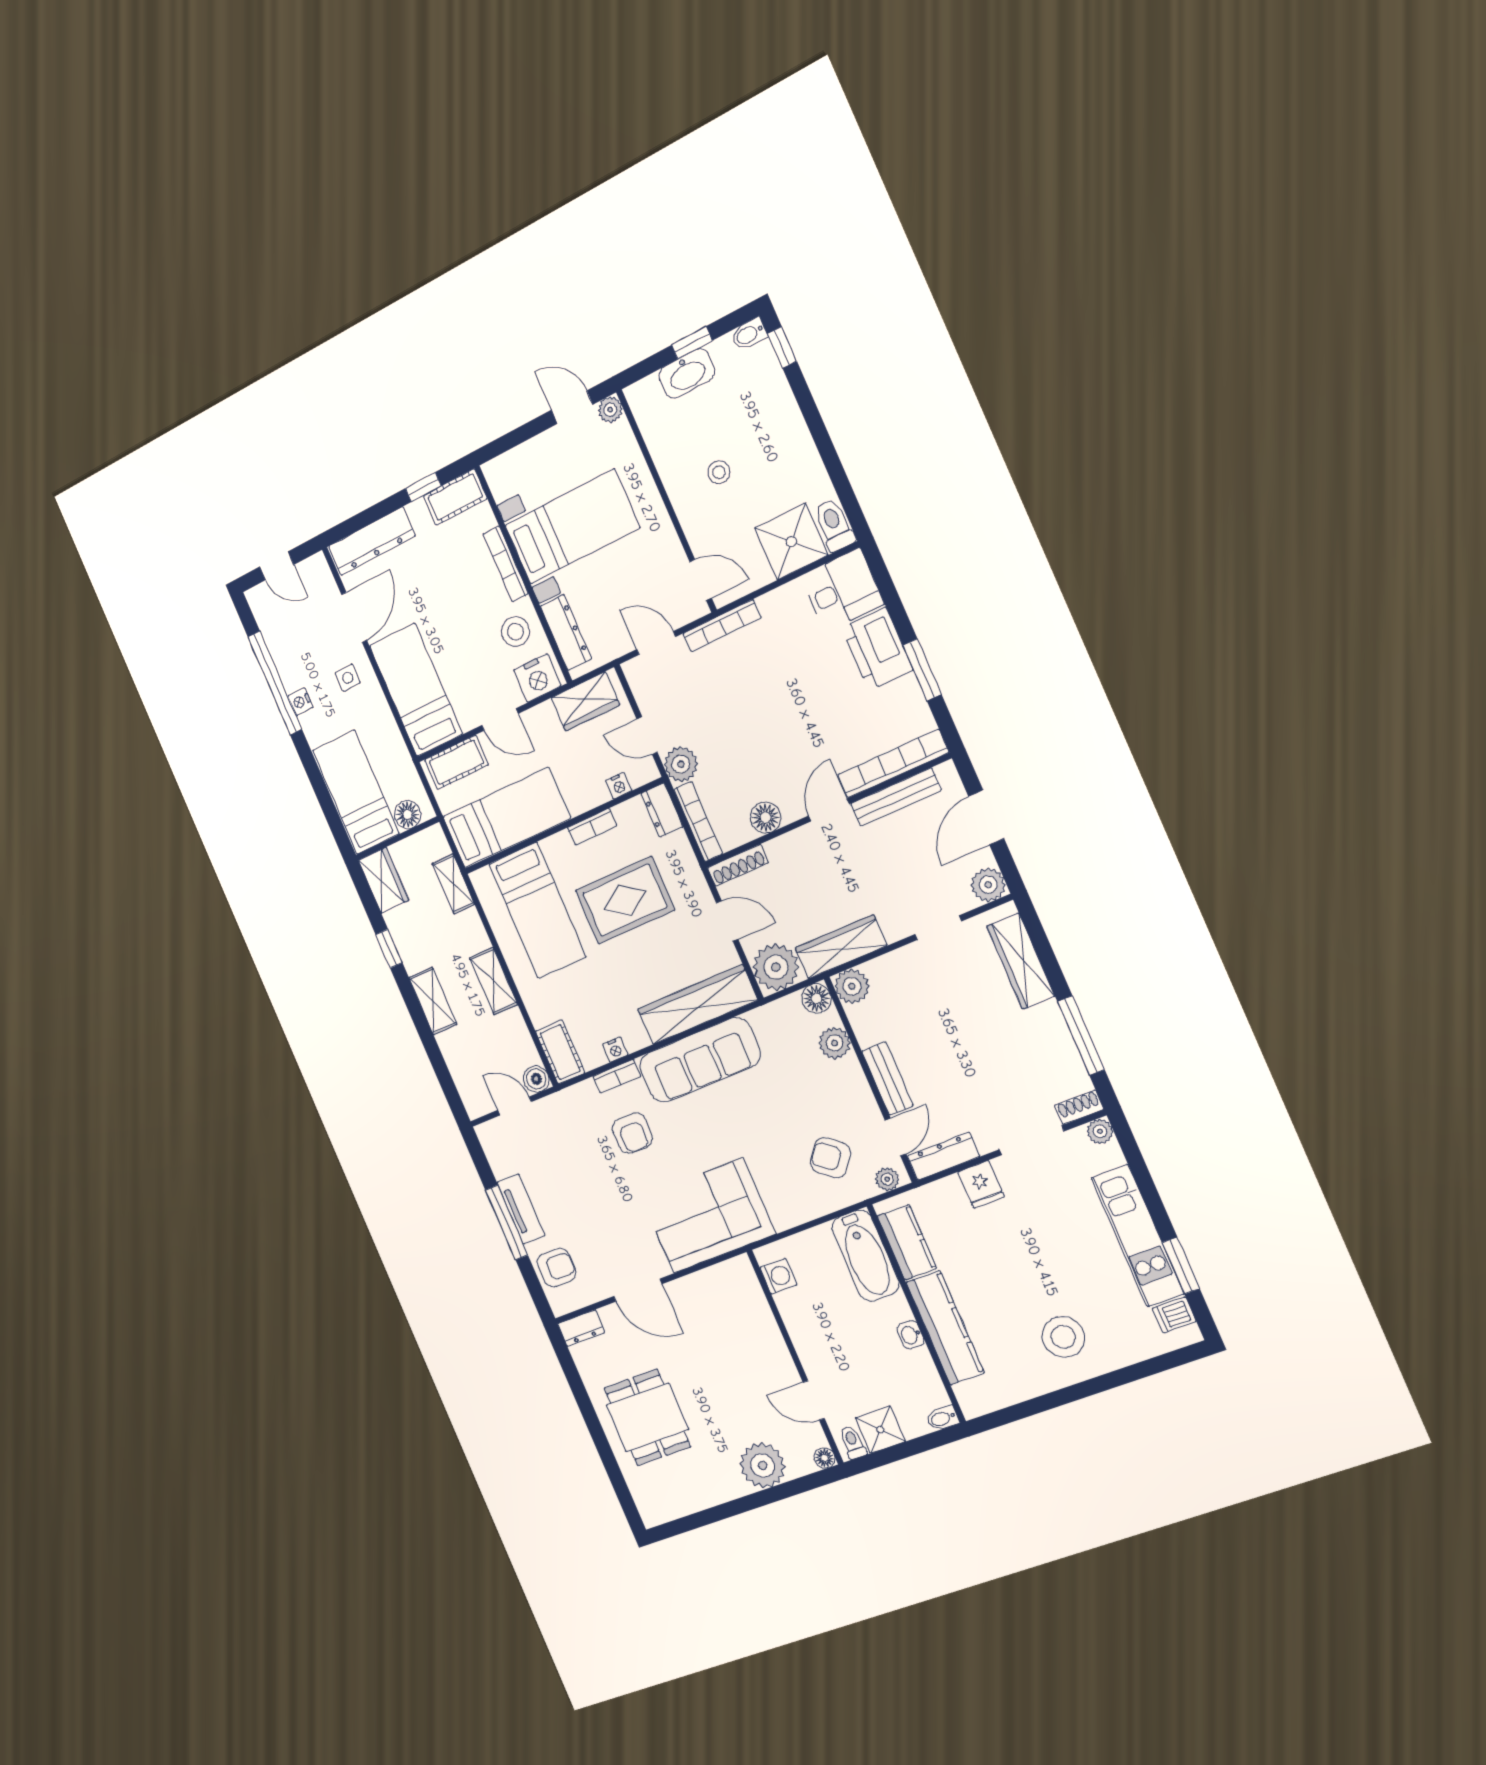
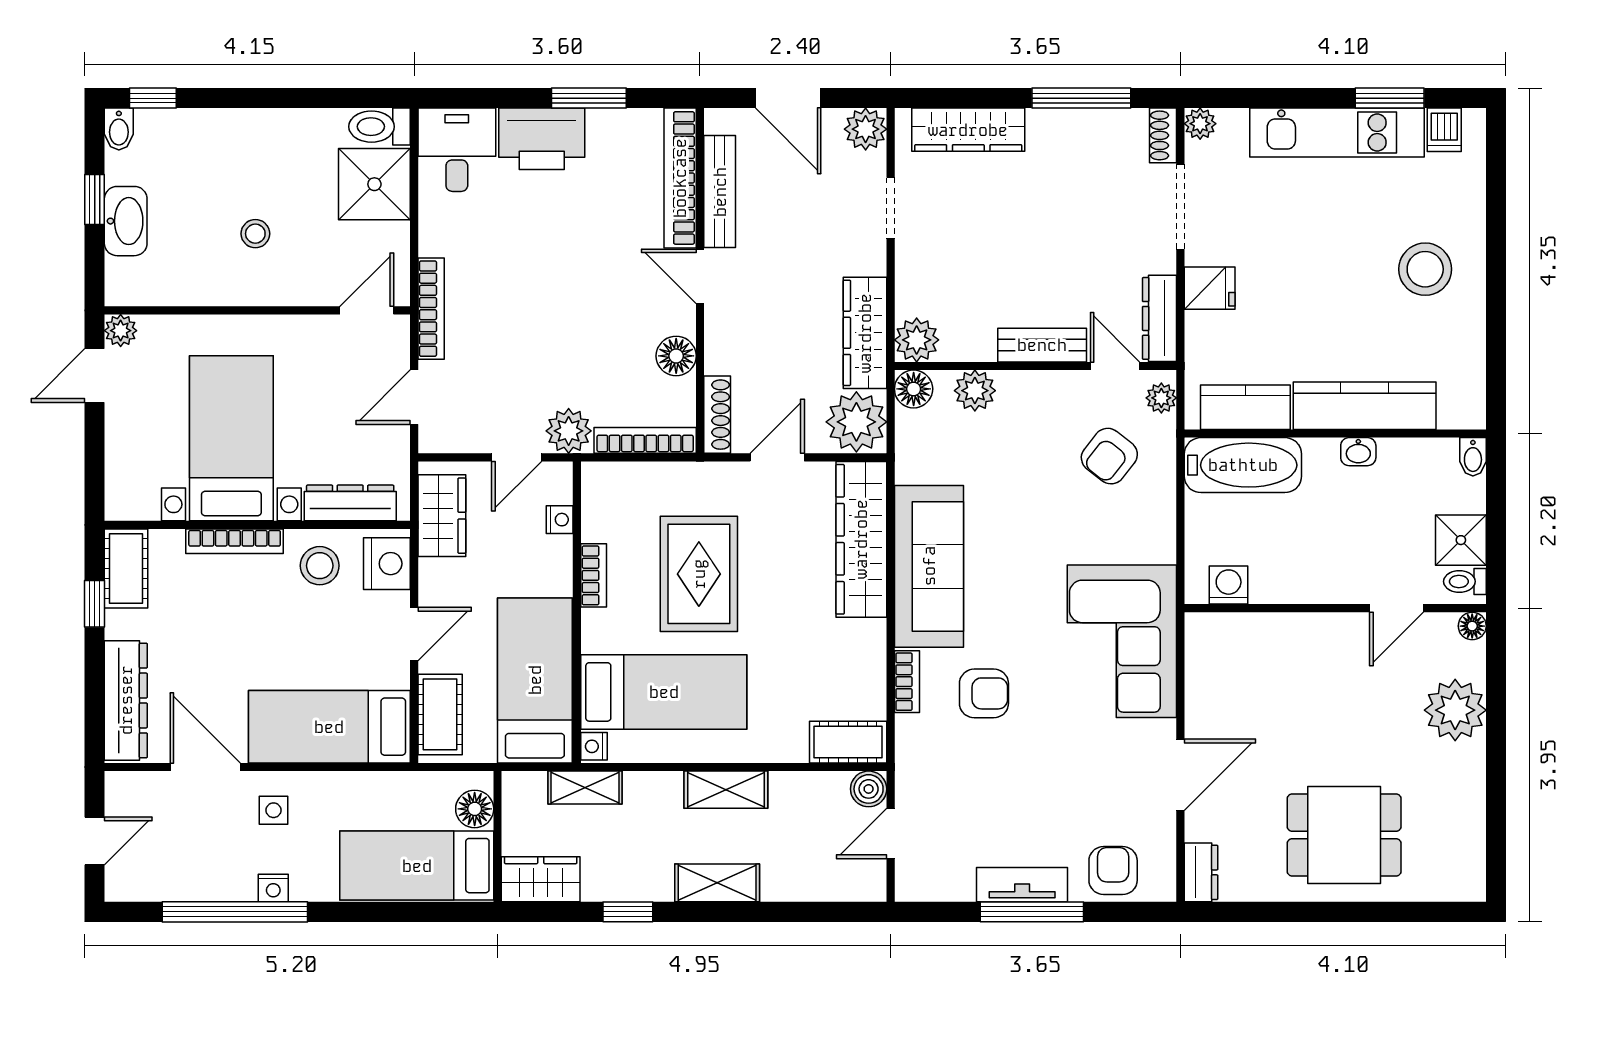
dresser: (662, 810) -> (612, 479), removed
nightstand: (615, 1050) -> (594, 746), moved, turned 180

